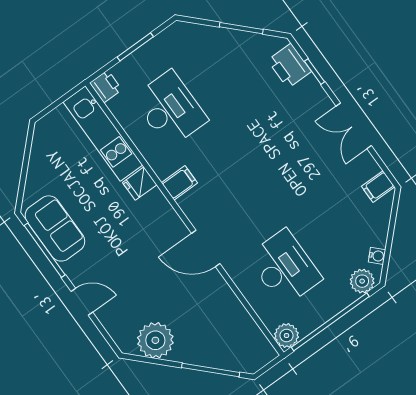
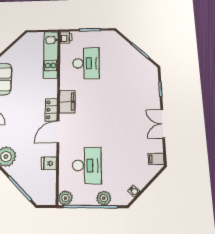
printer: (289, 66) -> (151, 79), removed
filing cabinet: (179, 183) -> (67, 102), width x2.00
fridge: (140, 184) -> (49, 163), moved
locker: (170, 222) -> (51, 110), added
door: (206, 249) -> (58, 132), hinge flipped
plant: (362, 281) -> (104, 198), moved

